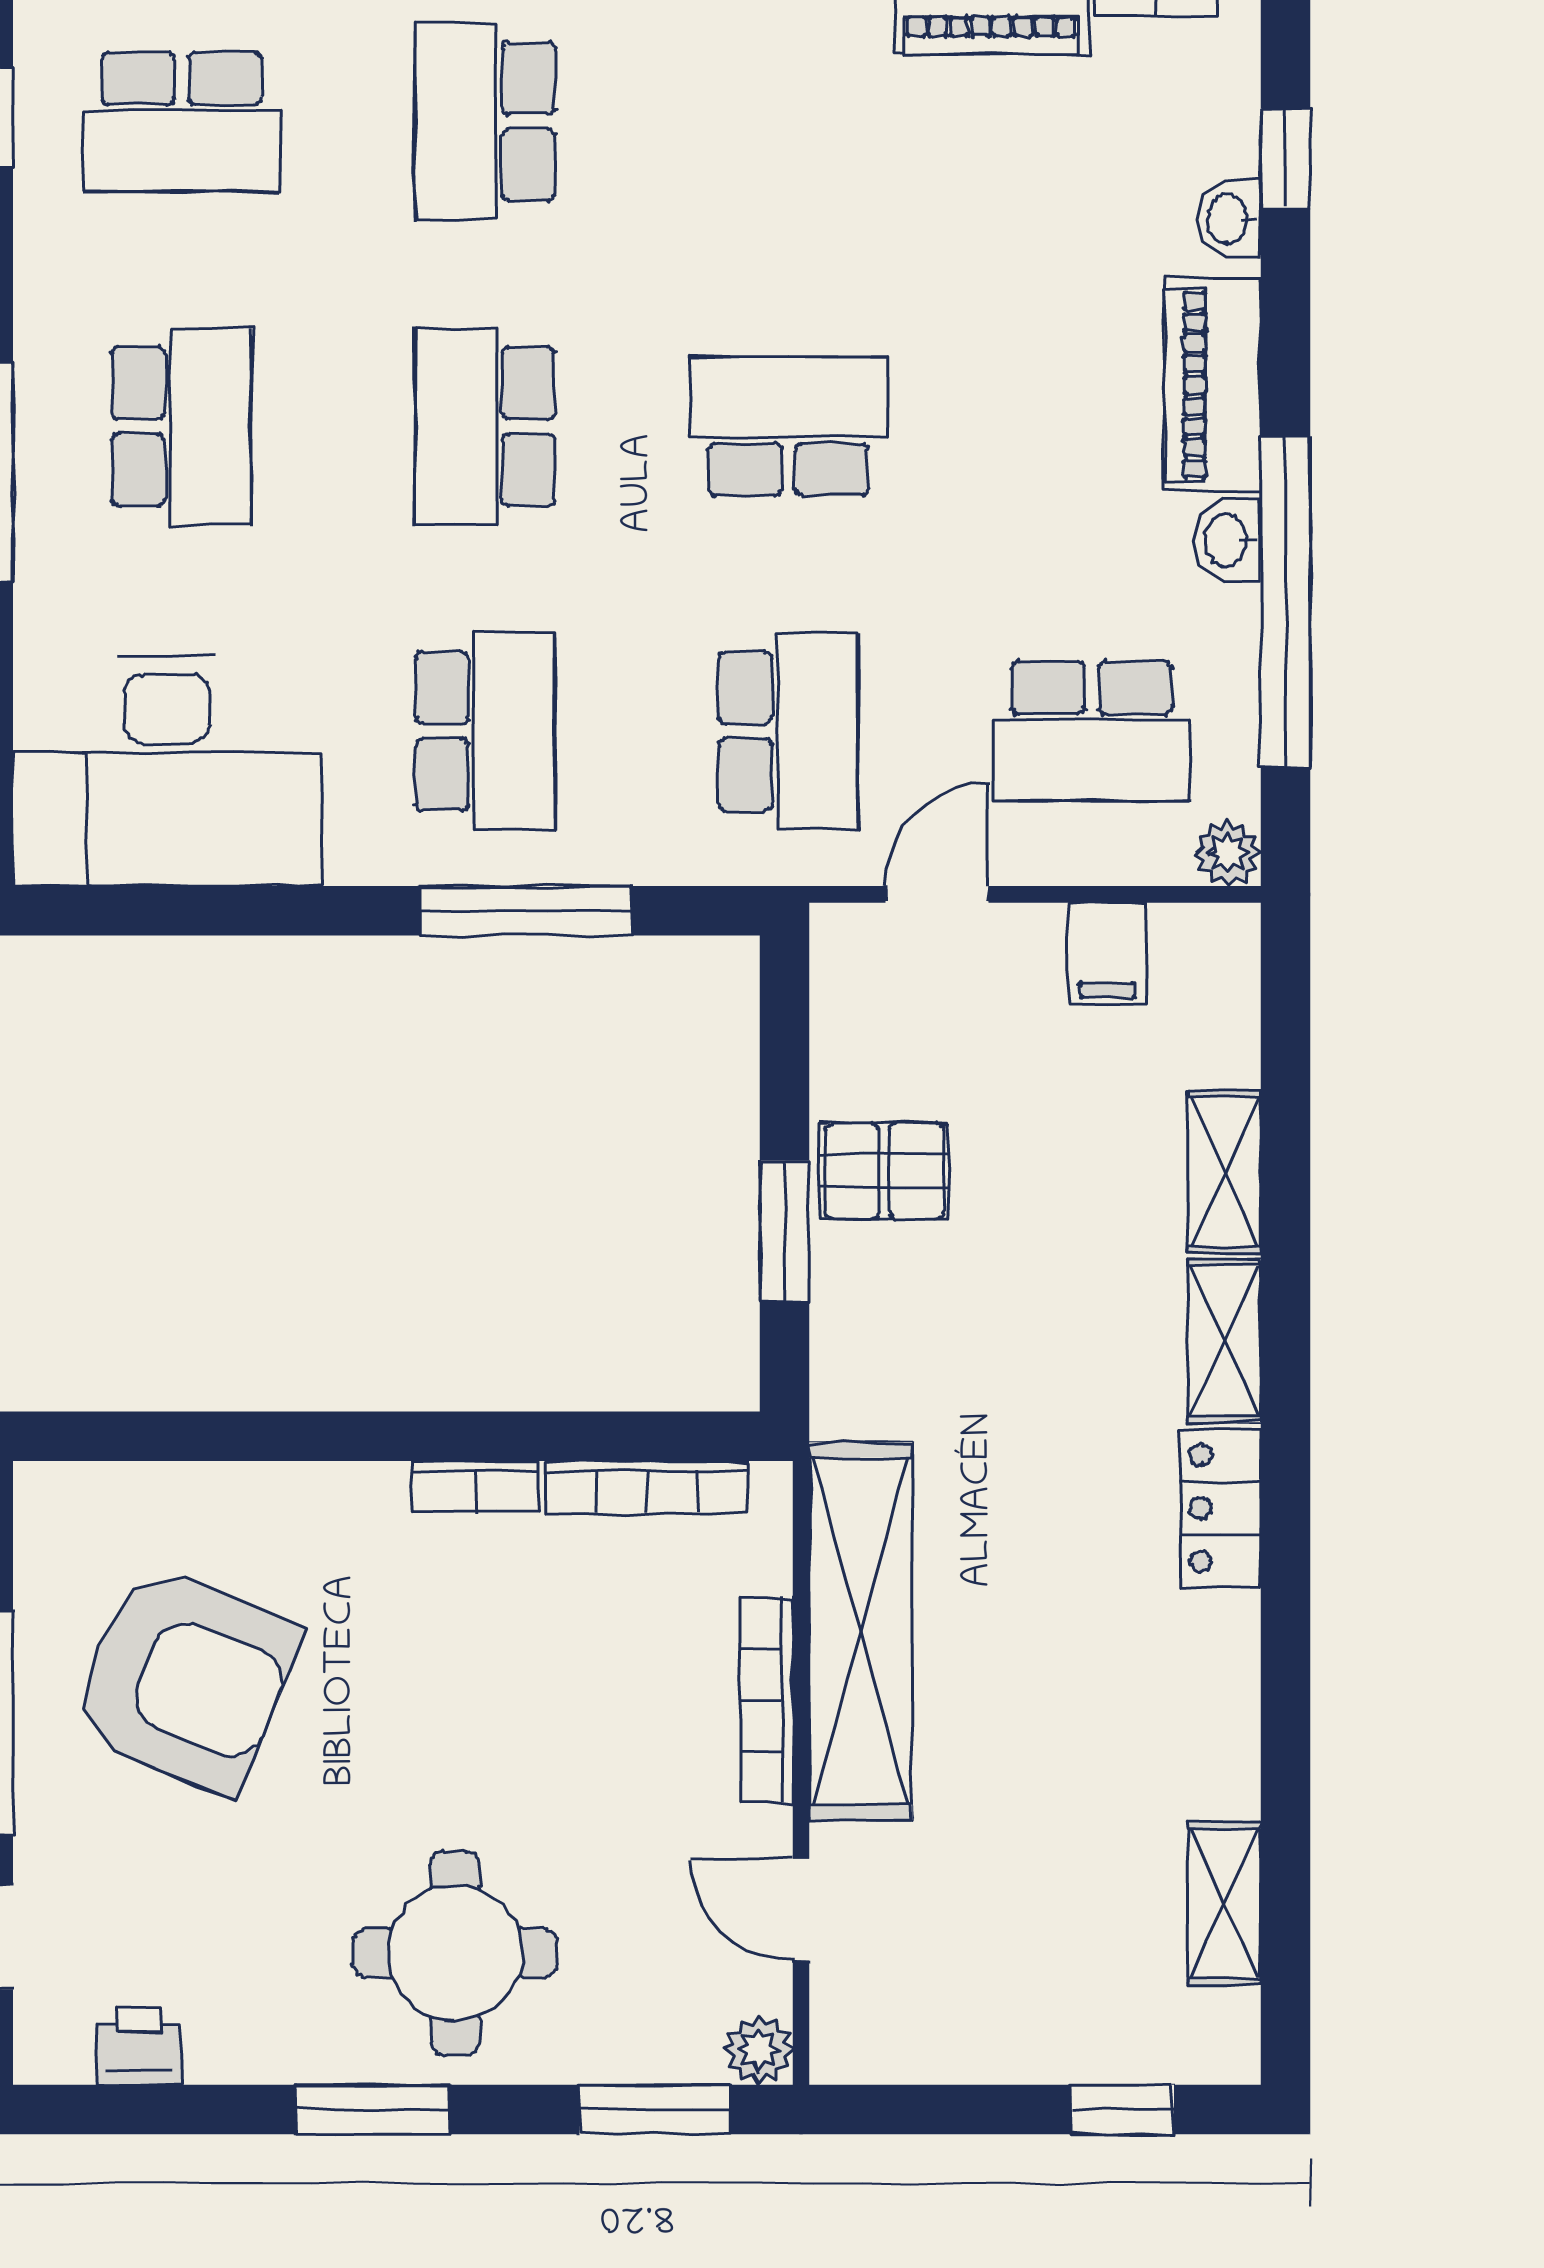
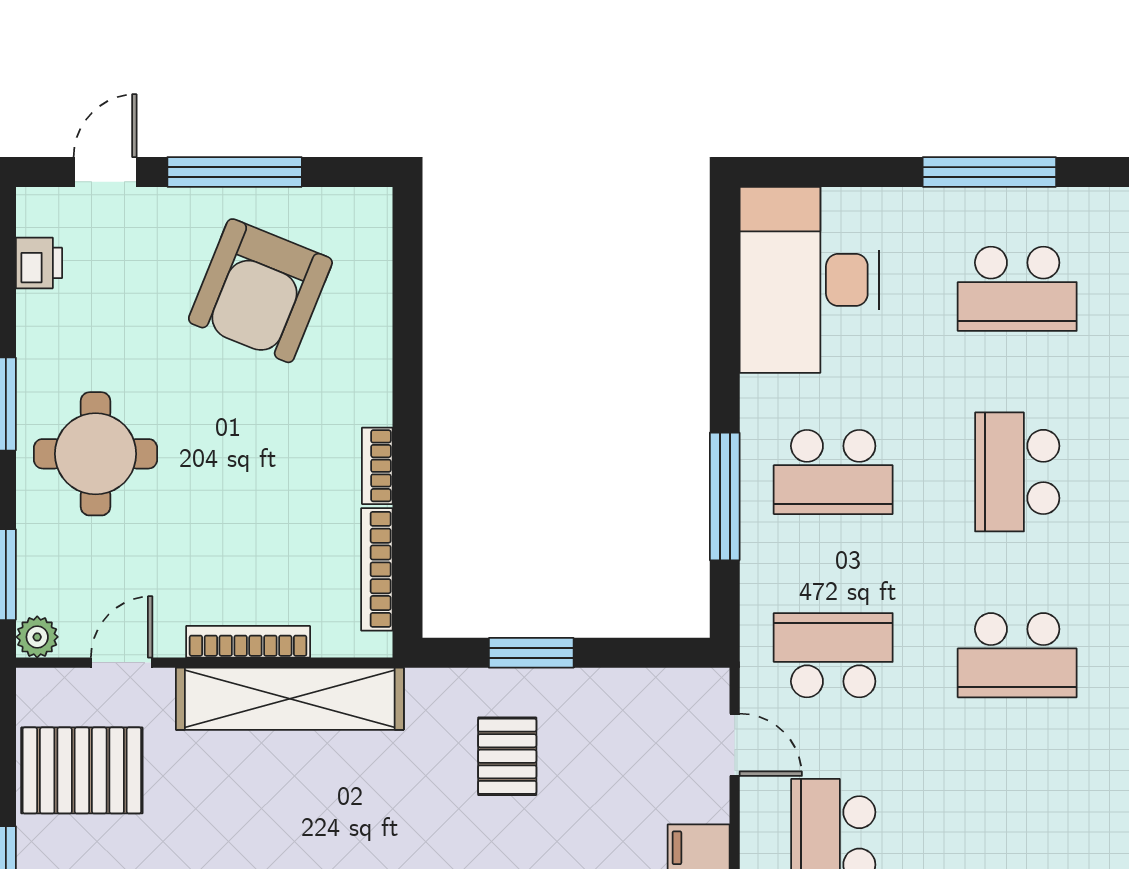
school desk: (485, 426) -> (1017, 472), turned -90
school desk: (789, 426) -> (1017, 655), turned 90
school desk: (789, 731) -> (833, 655), turned 180
pallet: (884, 1171) -> (507, 756), moved
pallet: (979, 1975) -> (82, 770), added

